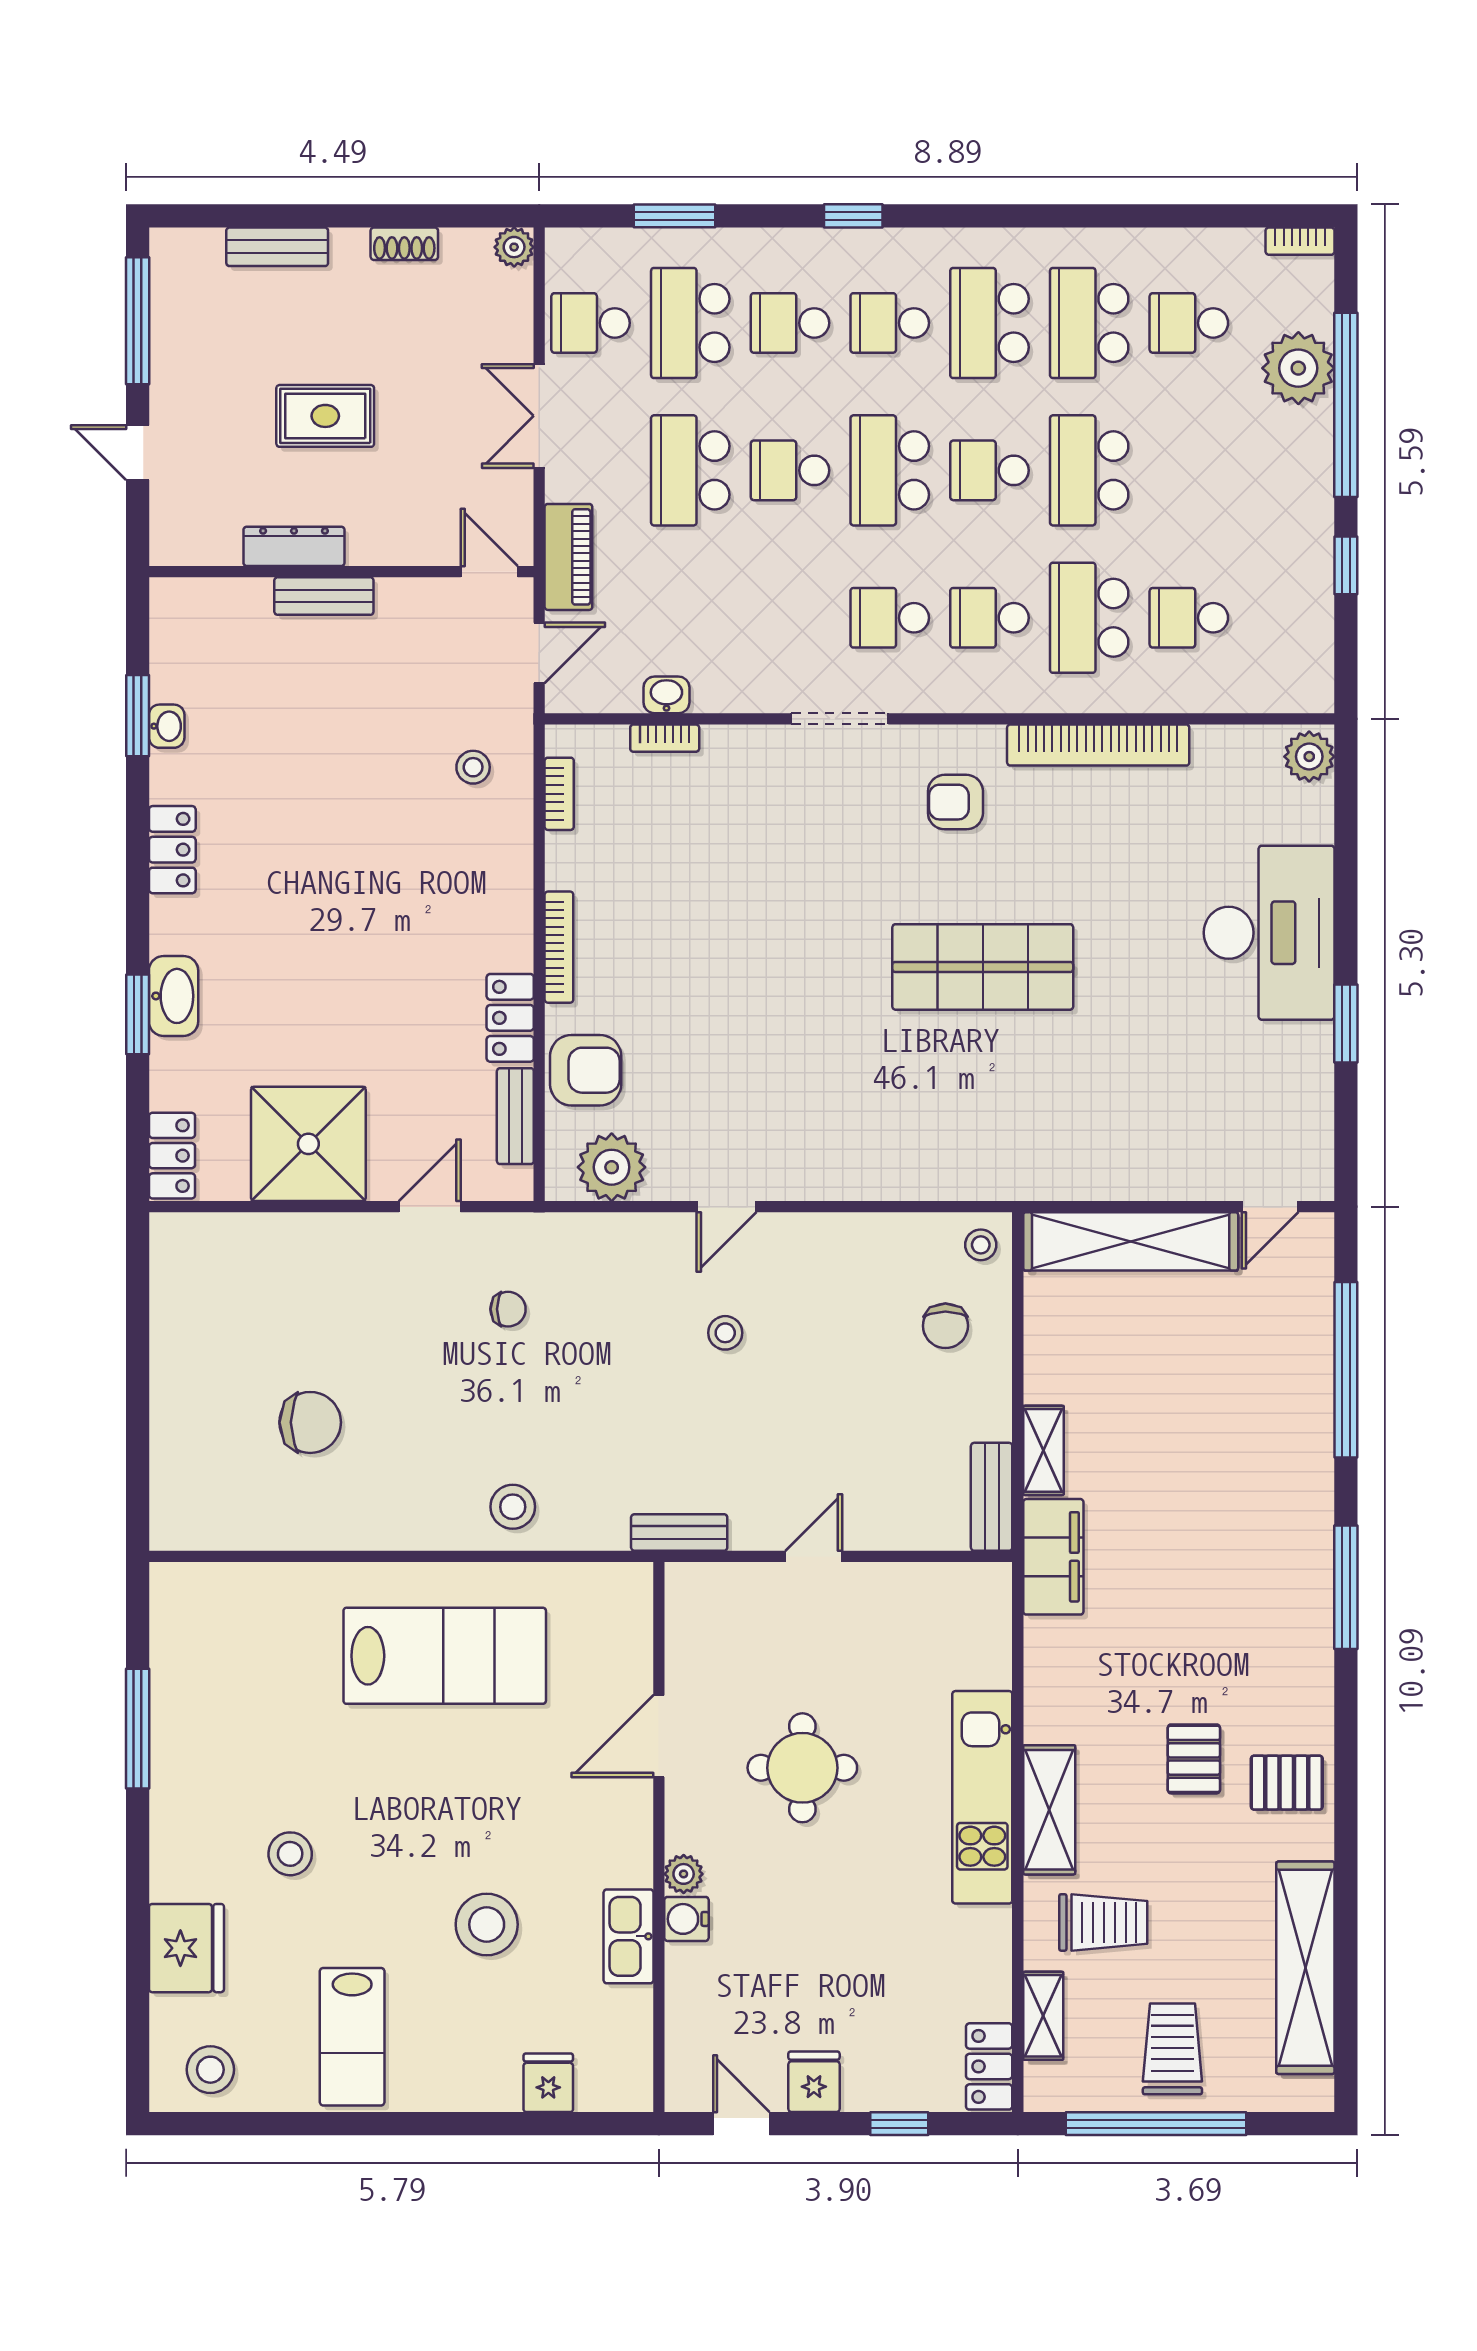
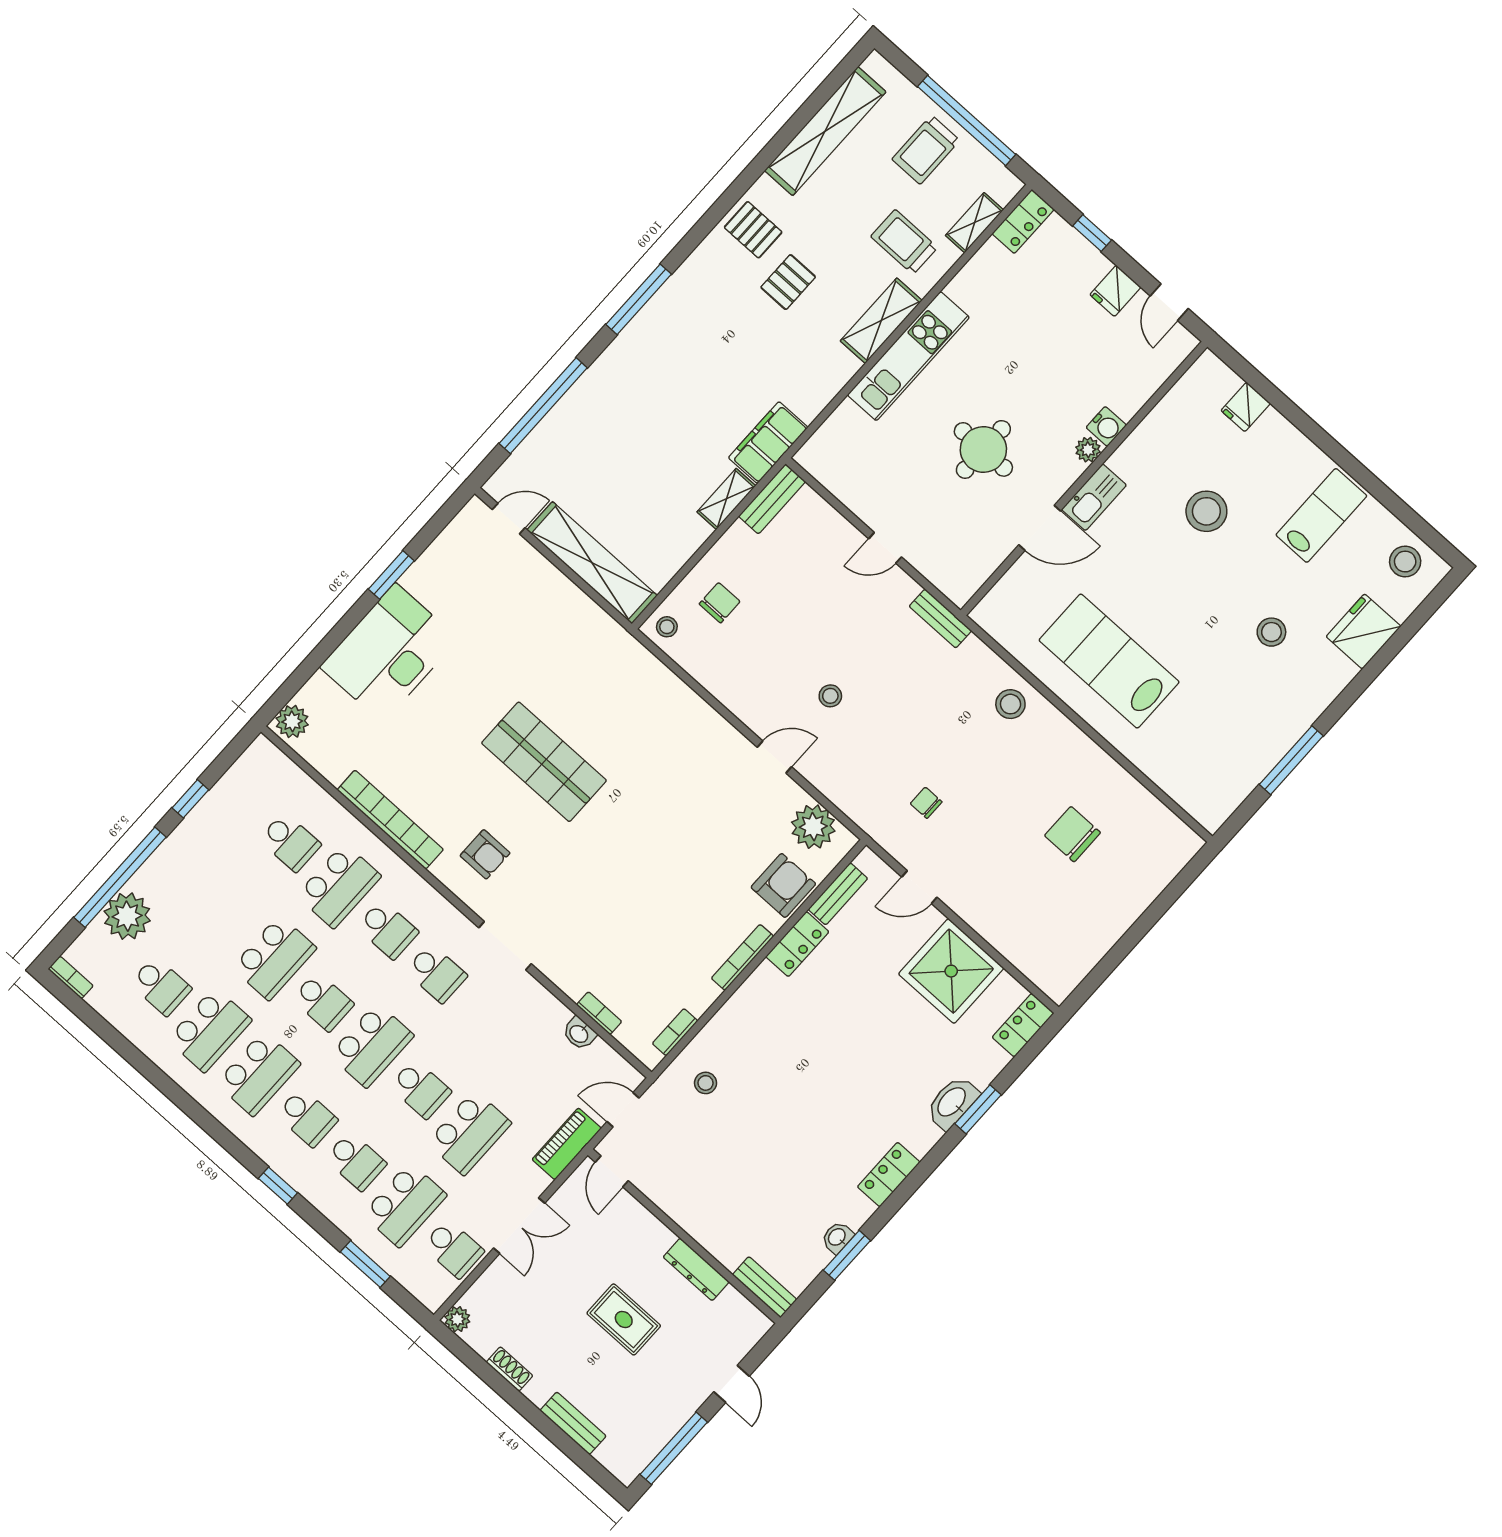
bench: (324, 596) -> (765, 1287), moved
armchair: (586, 1070) -> (783, 885), turned 90
kitchen sink: (629, 1936) -> (1094, 497), moved

